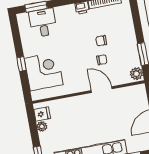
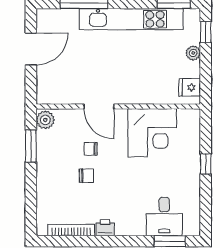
corner desk: (44, 71) -> (152, 133), moved, turned -90
plant: (42, 126) -> (193, 53), moved

